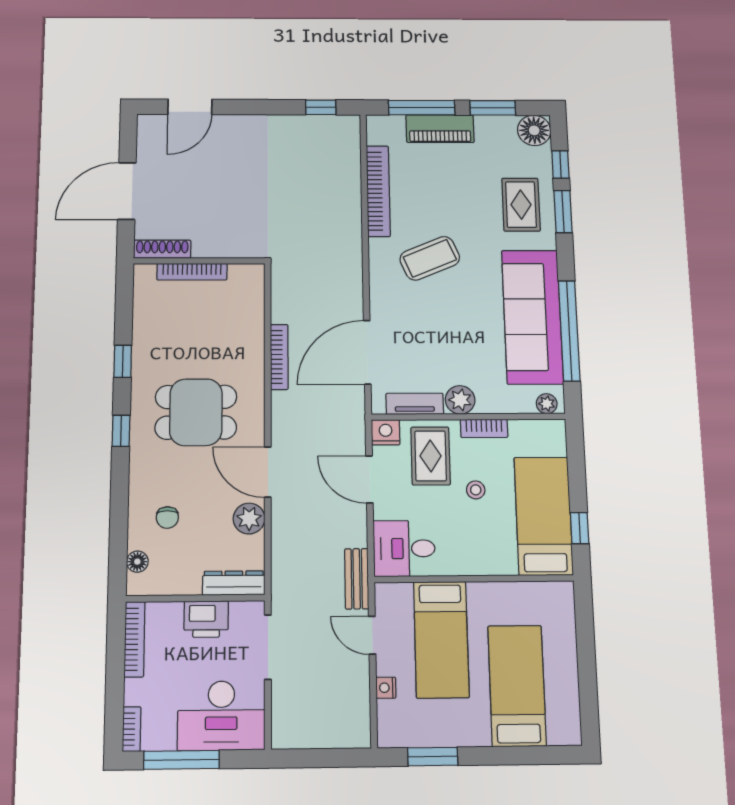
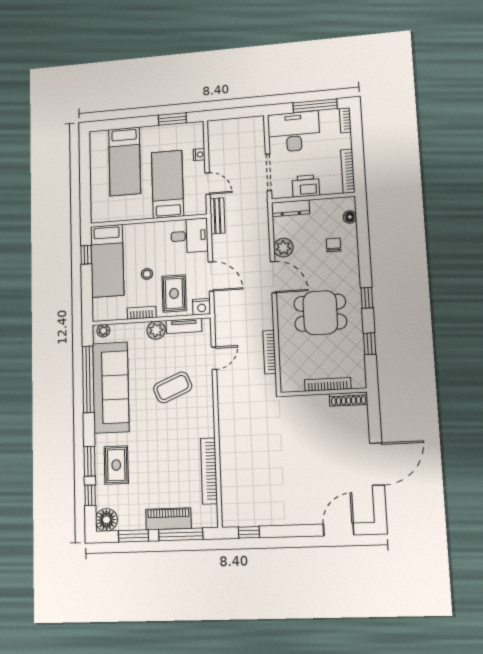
shoe rack: (162, 249) -> (348, 399), moved
coffee table: (430, 258) -> (173, 387), moved
wall: (199, 261) -> (323, 392), moved
bookcase: (192, 272) -> (328, 384), moved
door: (367, 352) -> (214, 358), width x0.53

